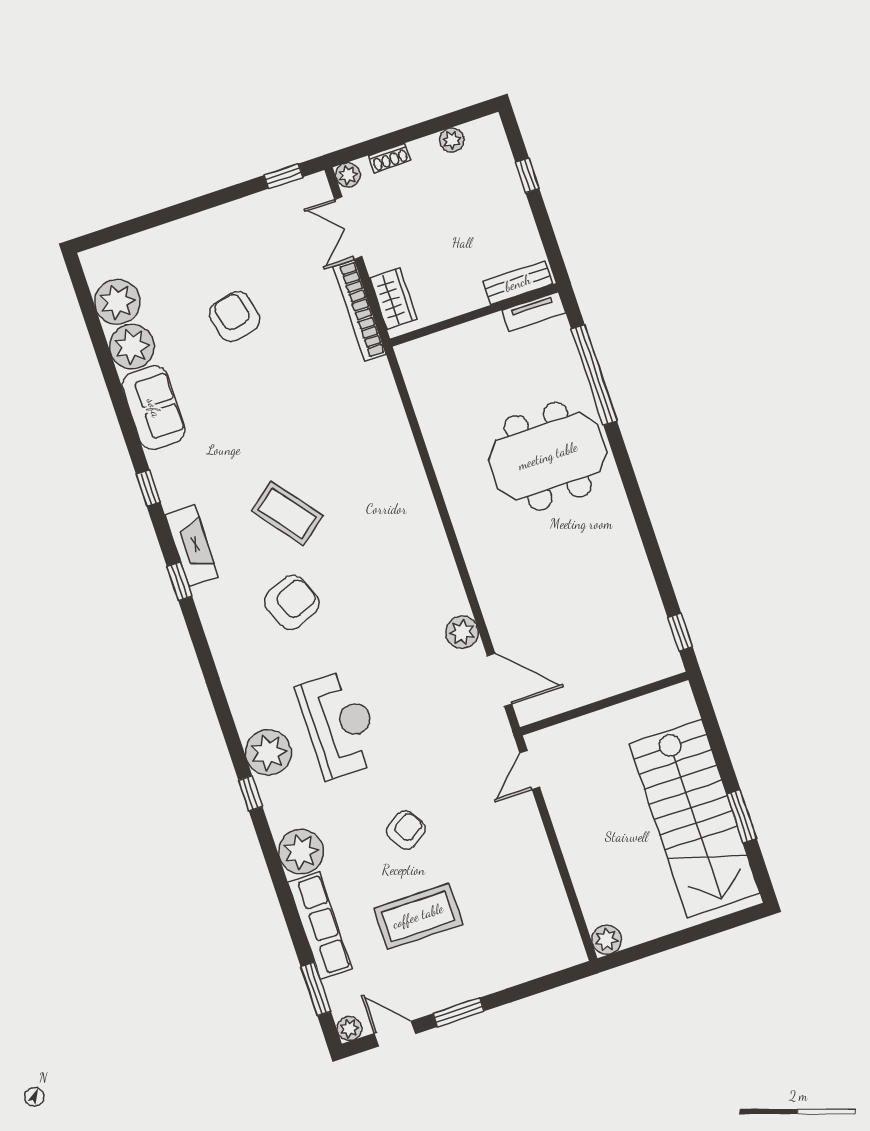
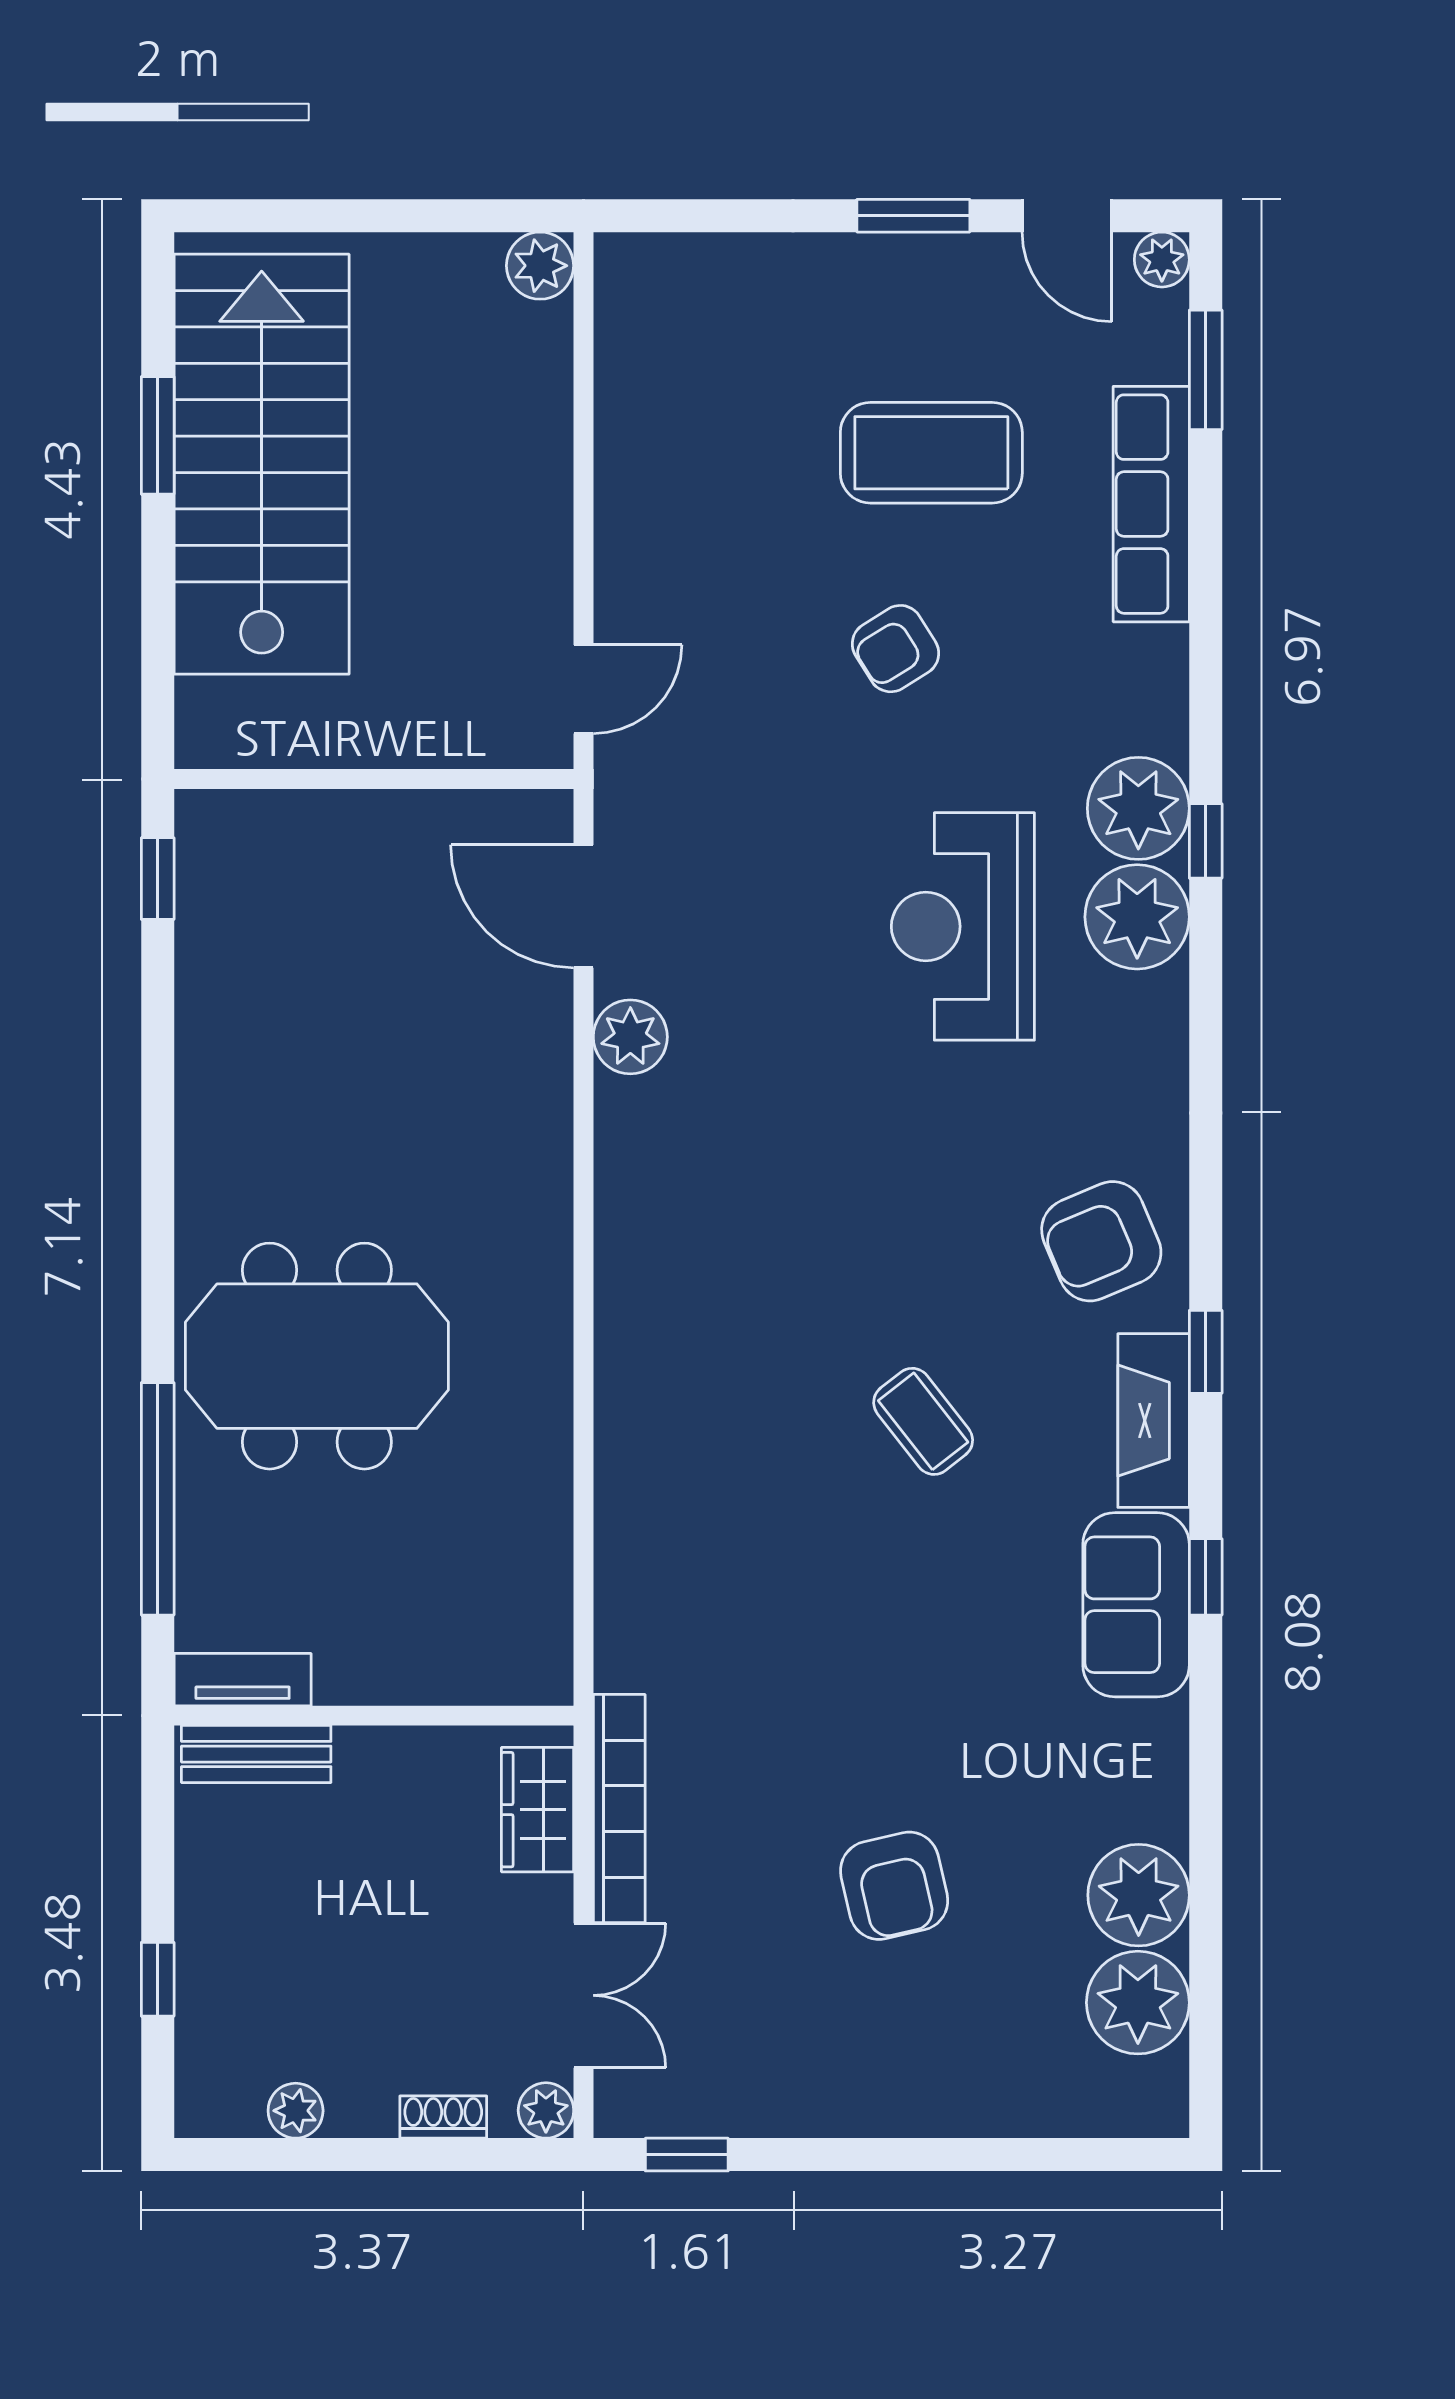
sofa: (154, 408) -> (1136, 1605), moved
coffee table: (287, 513) -> (923, 1421), width x0.73, depth x0.77
armchair: (292, 602) -> (1101, 1241), moved
plant: (301, 852) -> (1138, 808), moved

